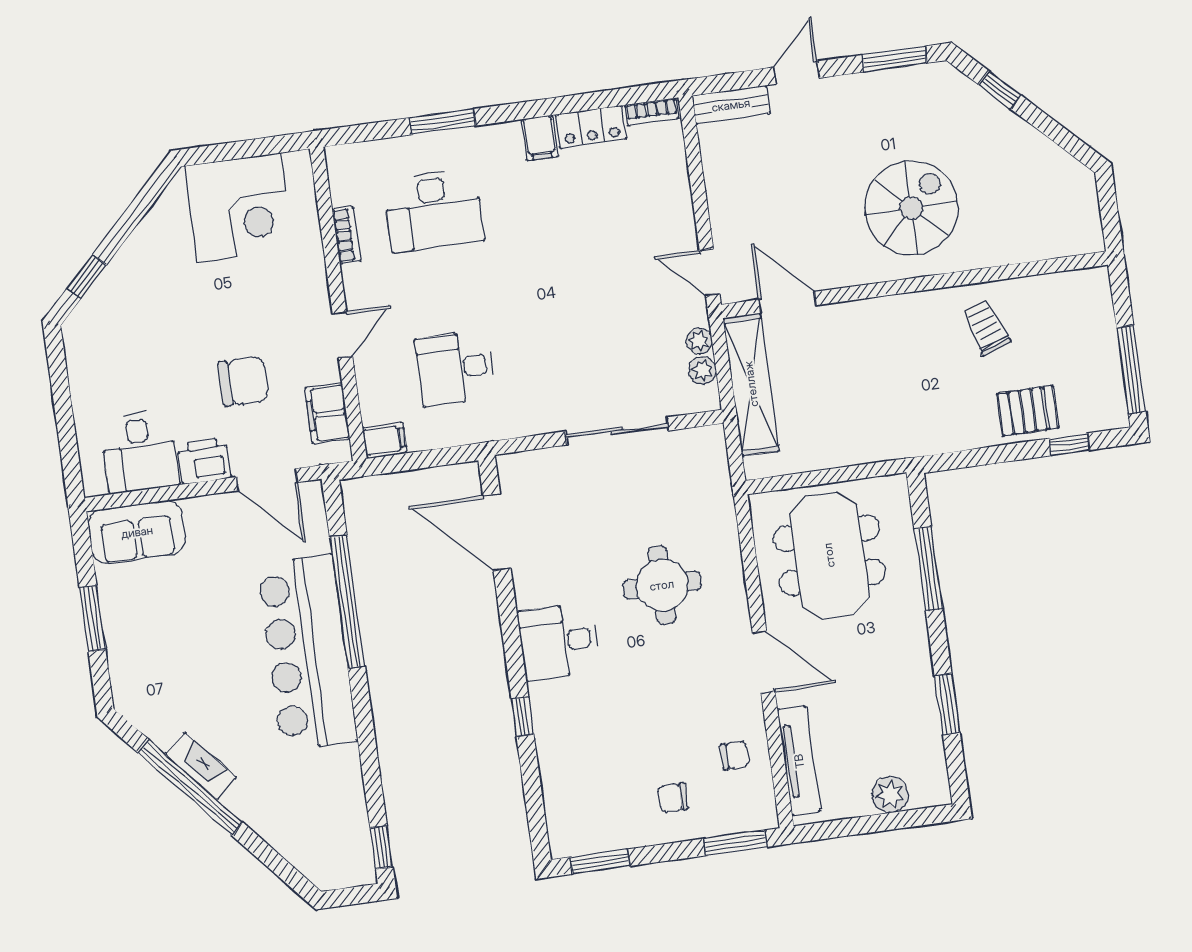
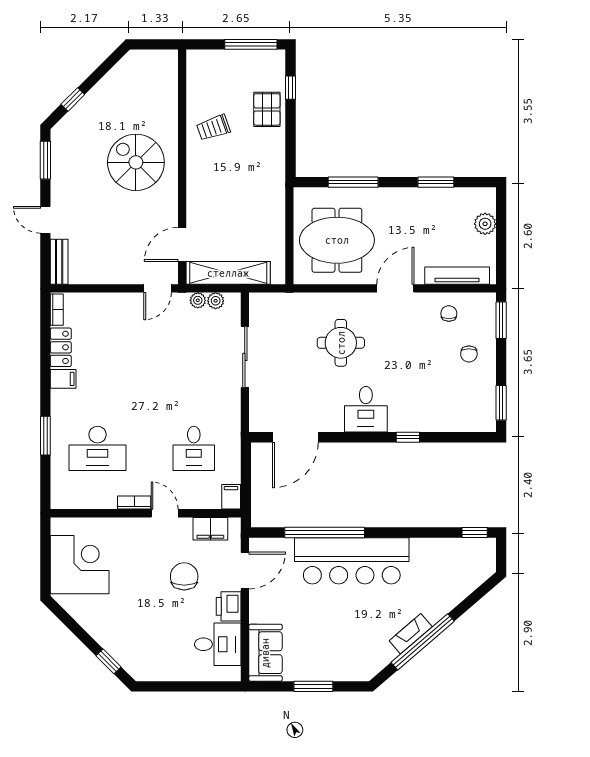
desk: (433, 210) -> (98, 448), turned 90
bookcase: (347, 235) -> (134, 503), moved

